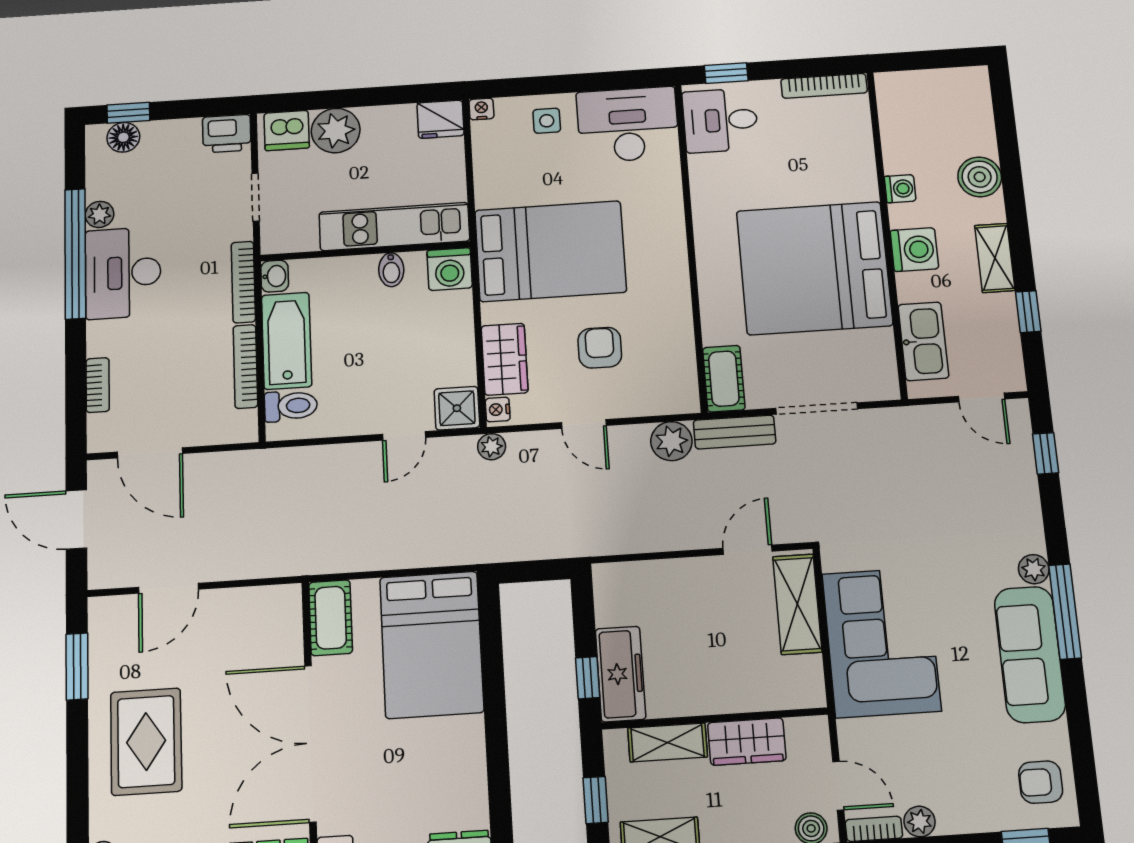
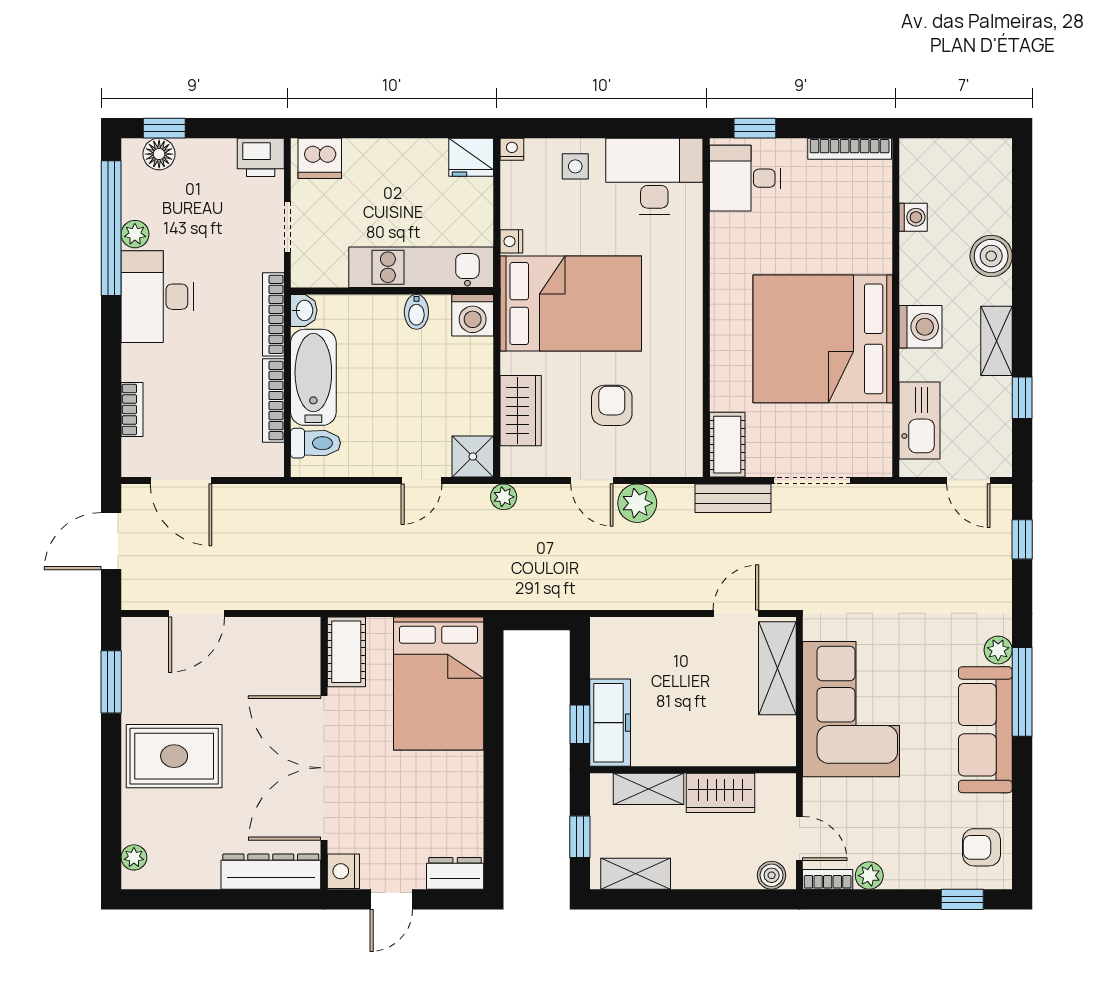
plant: (336, 131) -> (368, 162), removed
washing machine: (900, 189) -> (913, 217), moved
window: (75, 254) -> (111, 228), moved
nightstand: (498, 409) -> (511, 241), moved
plant: (671, 441) -> (637, 503), moved
door: (76, 519) -> (111, 541), hinge flipped
rug: (146, 742) -> (174, 756), turned 90

